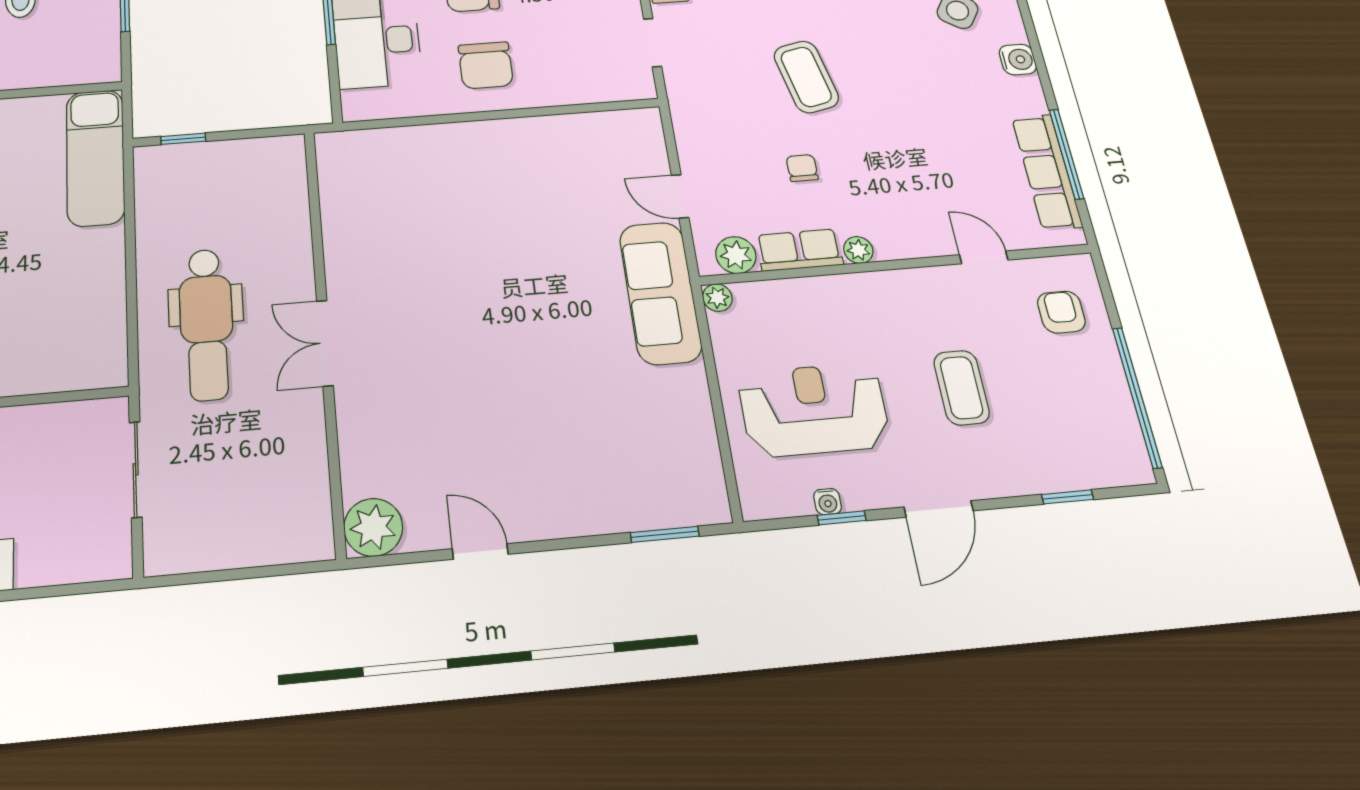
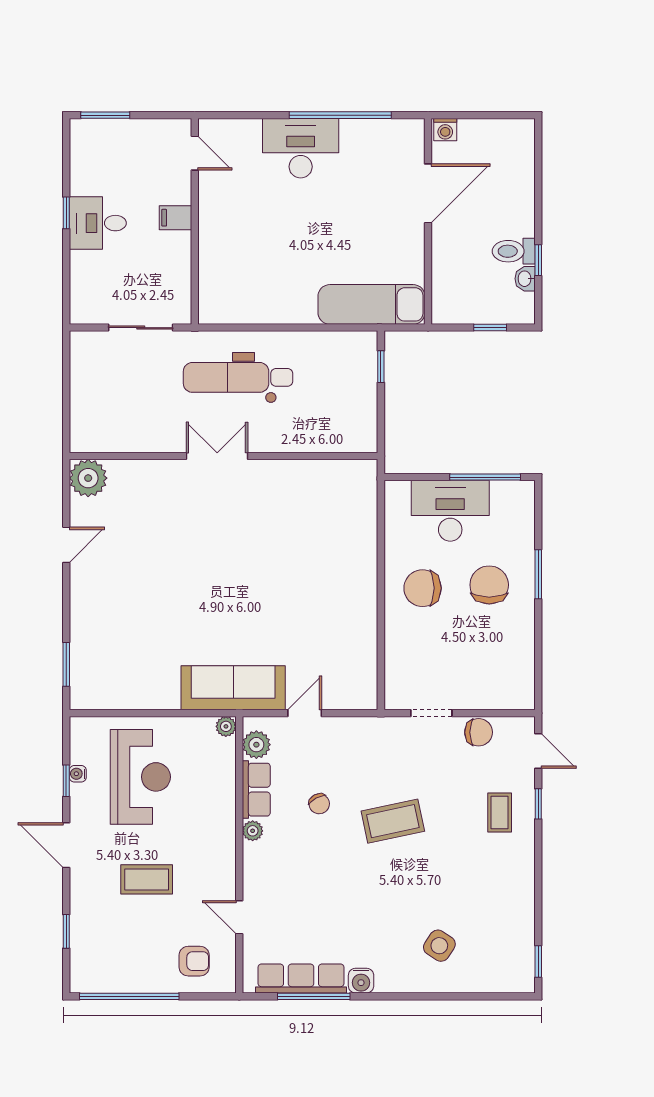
water cooler: (1018, 60) -> (361, 981), moved
chair: (802, 168) -> (319, 804), turned 62
door: (984, 257) -> (239, 917), swing flipped

